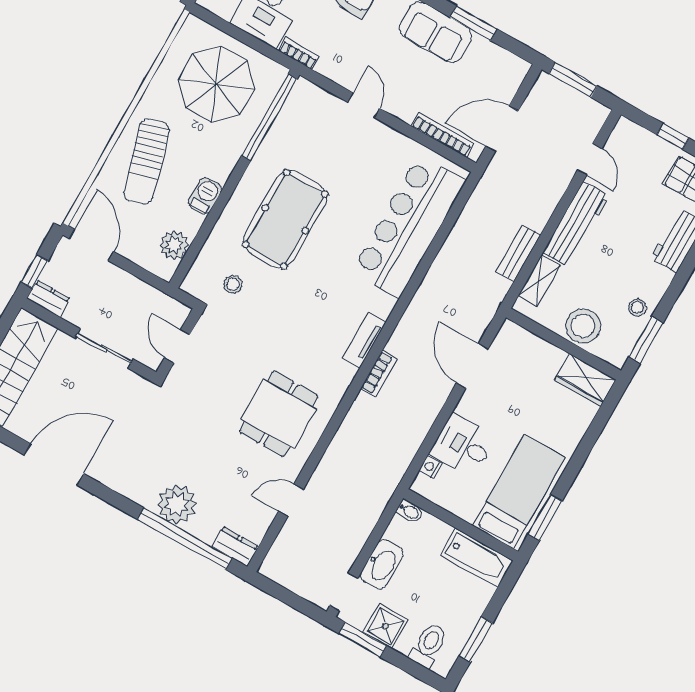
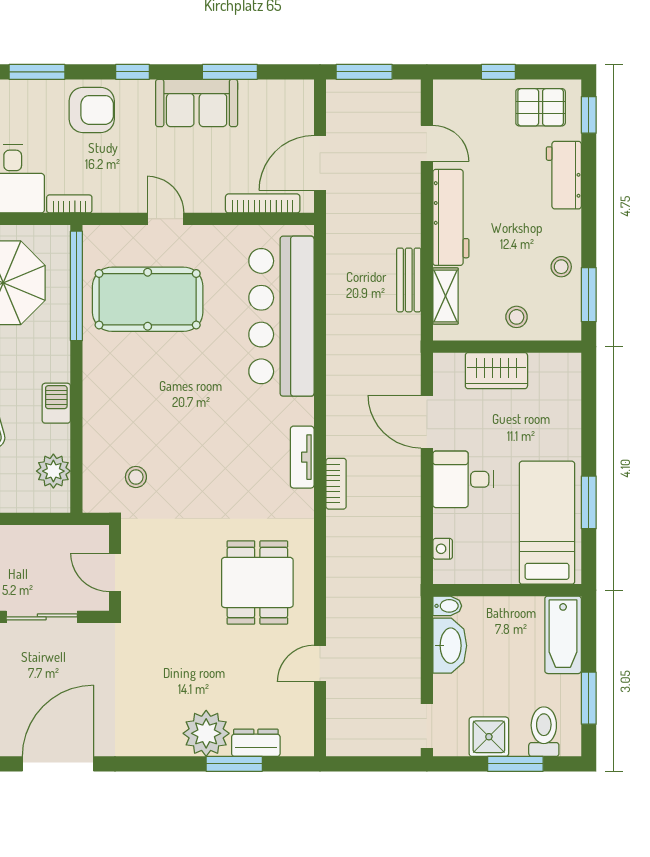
pool table: (285, 219) -> (148, 299), moved, turned 90
stool: (583, 326) -> (517, 317), width x0.53, depth x0.53
wardrobe: (585, 380) -> (496, 371), moved
desk: (463, 445) -> (463, 479), moved
window: (545, 518) -> (589, 502), moved
window: (185, 539) -> (234, 764), width x0.47
dresser: (235, 547) -> (256, 743), moved
bathtub: (477, 558) -> (563, 635), moved, turned 90
washbasin: (382, 564) -> (450, 646), moved
window: (363, 640) -> (515, 764), moved

